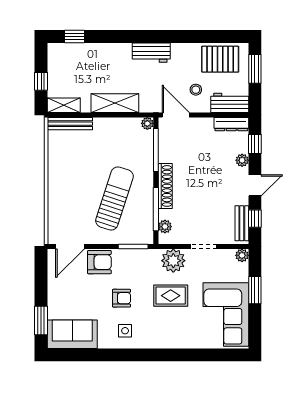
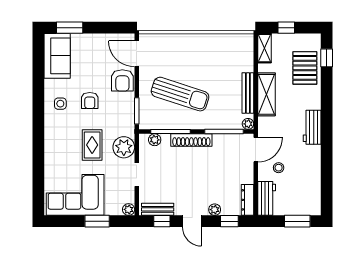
pallet: (220, 59) -> (305, 68), moved
bench: (70, 124) -> (248, 93), moved

